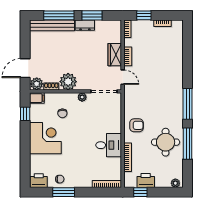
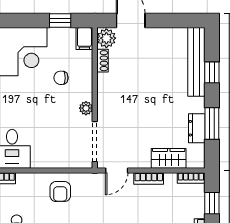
window: (59, 15) -> (212, 72), width x0.46
dresser: (85, 25) -> (197, 128), moved
wardrobe: (115, 55) -> (169, 158), moved
plant: (68, 82) -> (110, 87), removed
armchair: (137, 125) -> (60, 192), moved

